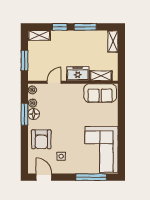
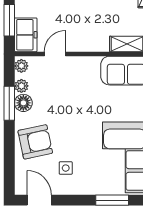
freezer: (78, 74) -> (26, 35), moved, turned 90
armchair: (41, 139) -> (35, 142), turned -102
window: (91, 177) -> (112, 200), width x0.69

